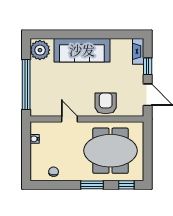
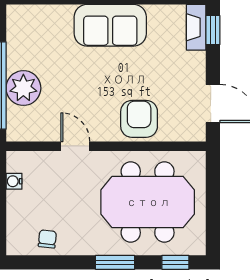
plant: (40, 50) -> (23, 88), moved
sofa: (82, 50) -> (110, 25), width x0.73
window: (148, 66) -> (213, 30), moved

